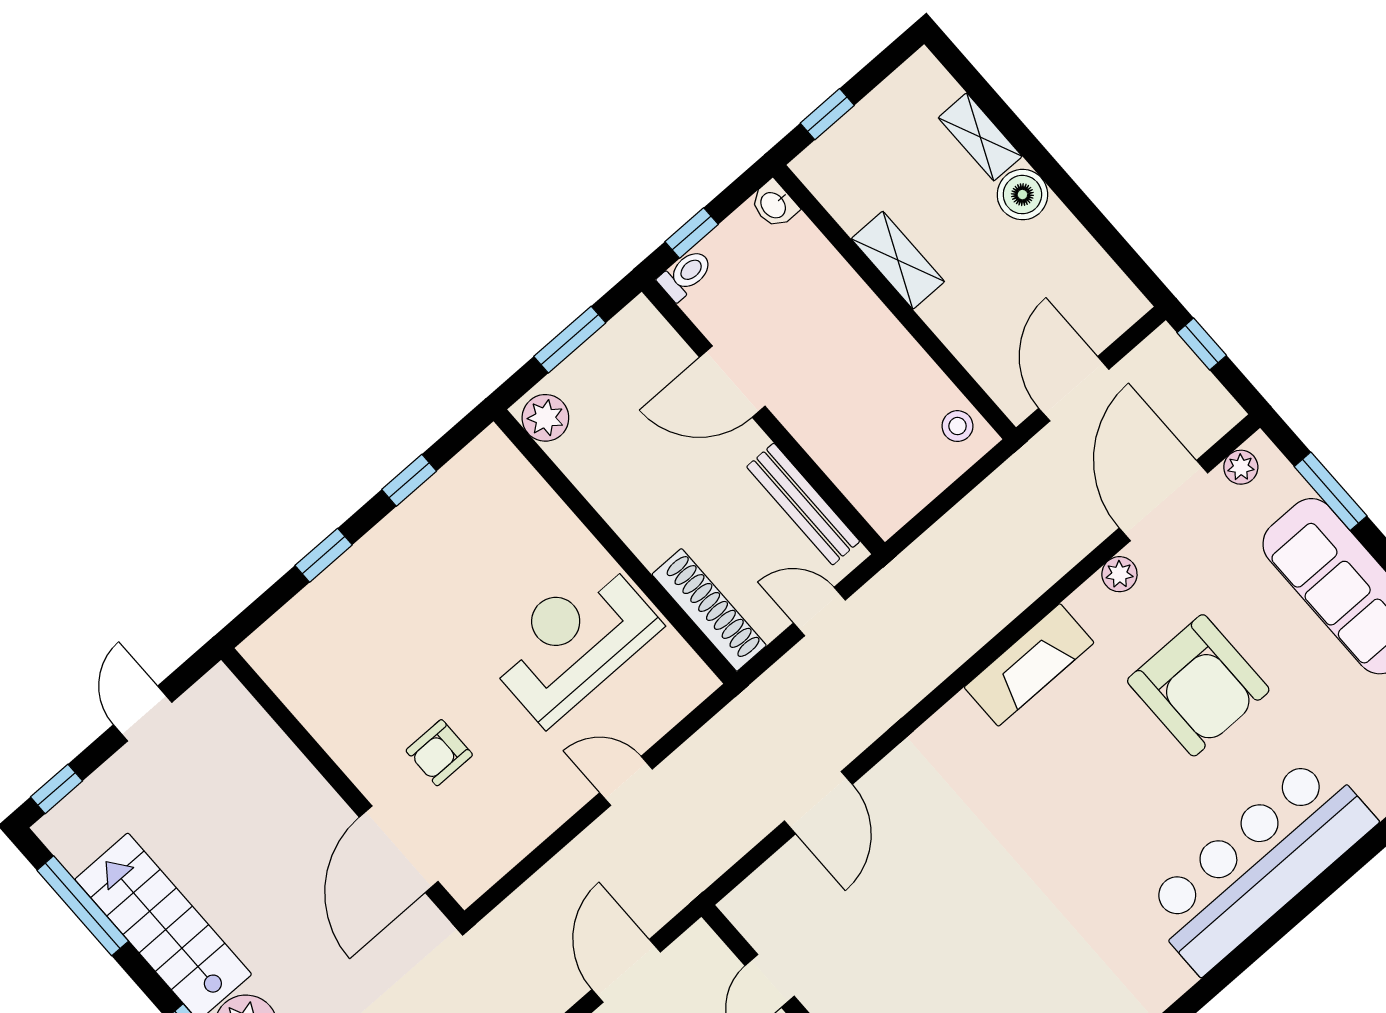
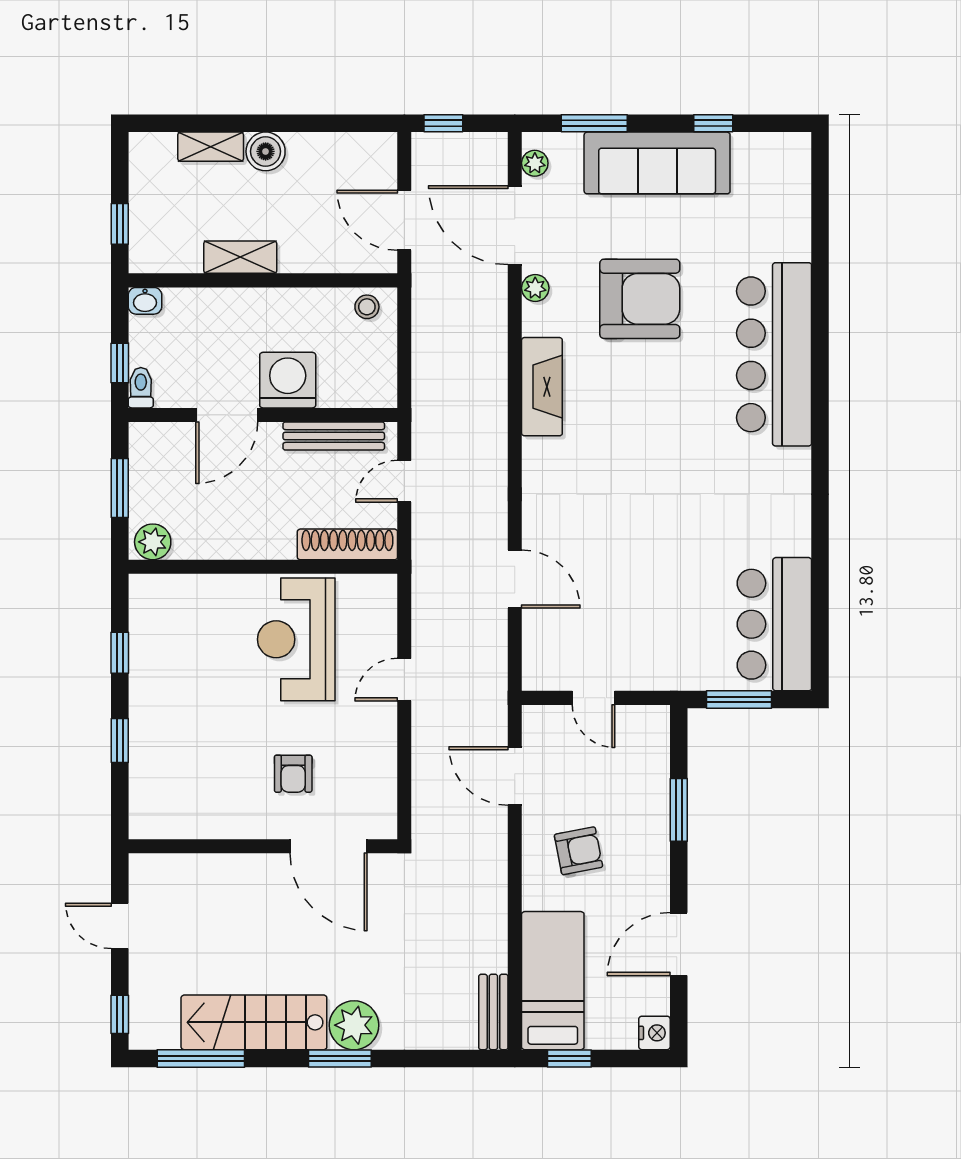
washing machine: (818, 411) -> (288, 380), added

